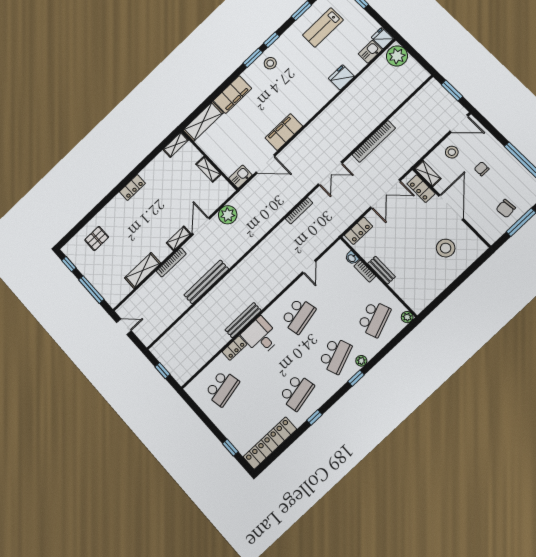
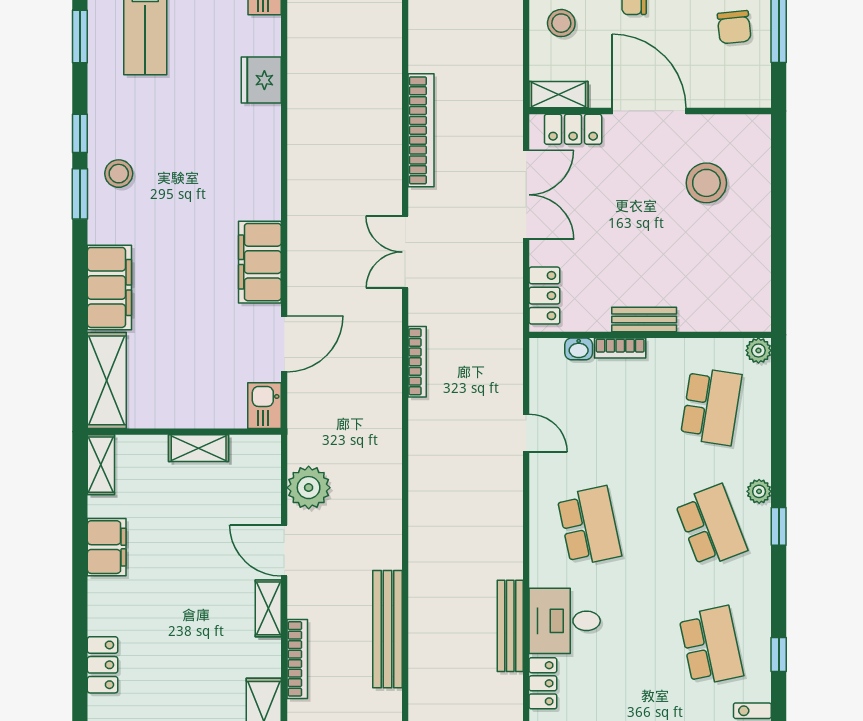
filing cabinet: (152, 171) -> (107, 547), added
double door: (330, 174) -> (405, 252), swing flipped
locker: (132, 188) -> (103, 665), moved
school desk: (374, 319) -> (711, 406), turned 30

